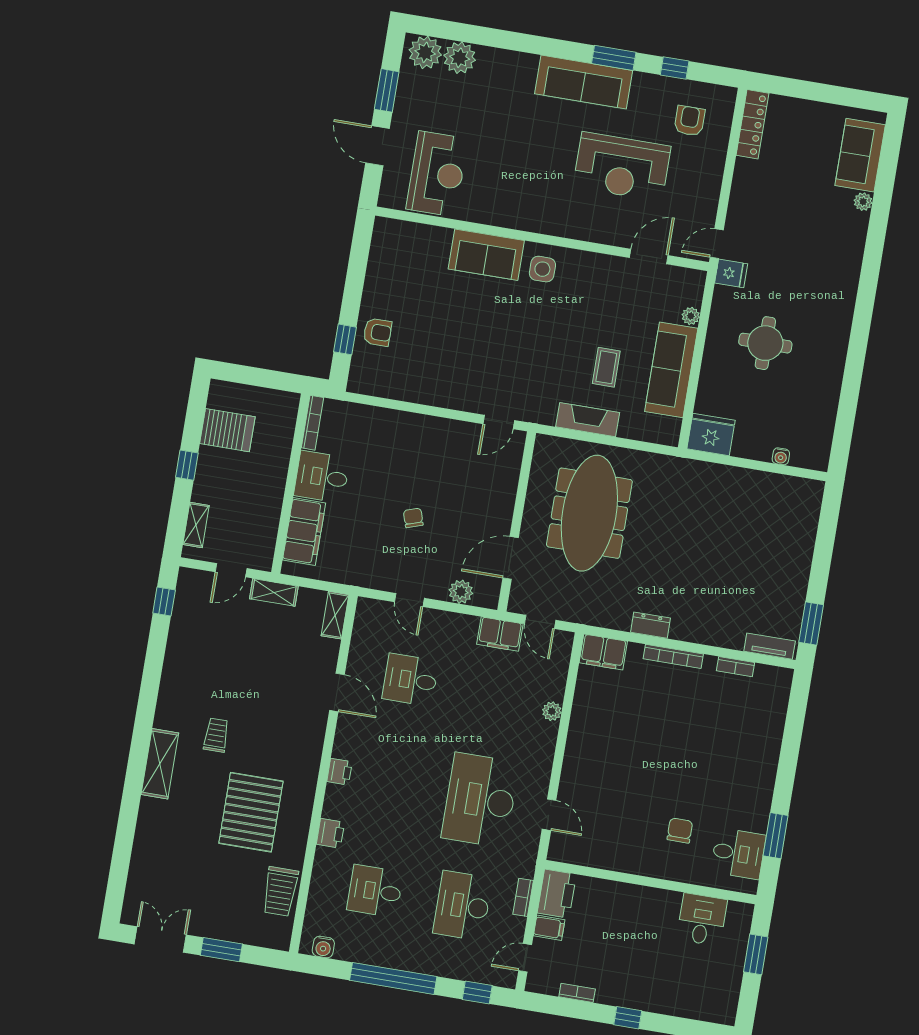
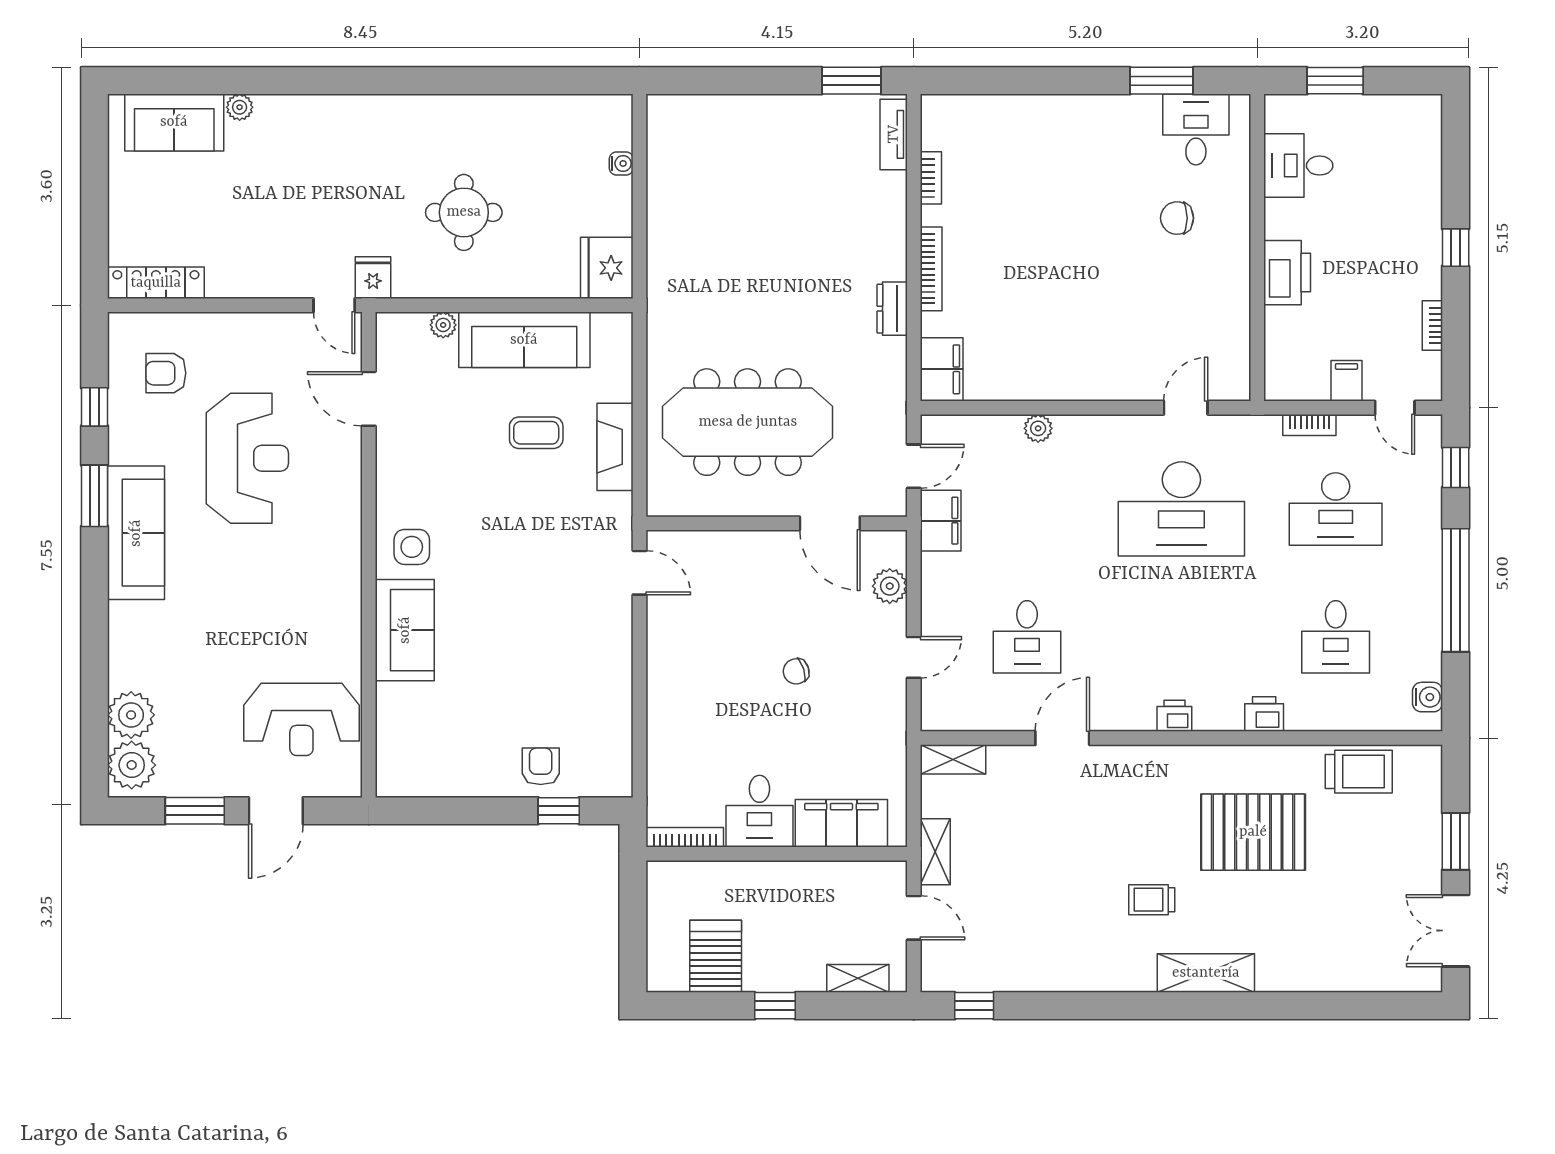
reception desk: (437, 174) -> (301, 719), turned 180
printer: (557, 894) -> (1287, 273), moved, turned 90

